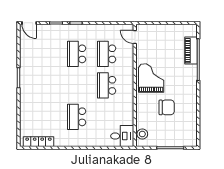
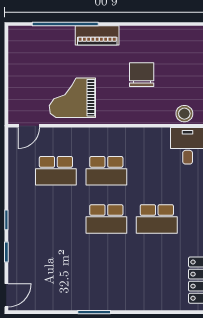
piano: (191, 51) -> (97, 35), moved
school desk: (77, 54) -> (106, 219), moved
grand piano: (151, 78) -> (72, 98), moved

